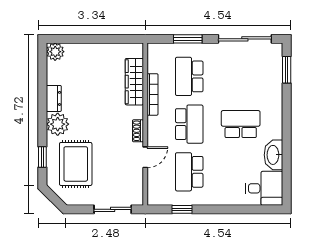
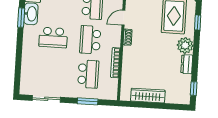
sliding door: (245, 39) -> (46, 99), width x0.73
plant: (55, 52) -> (184, 98), removed
window: (42, 65) -> (194, 89), added
window: (287, 70) -> (21, 18), moved
wardrobe: (134, 82) -> (148, 96), moved, turned -90

